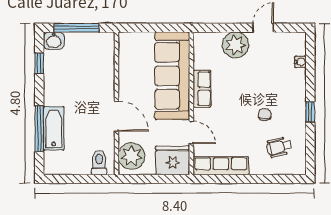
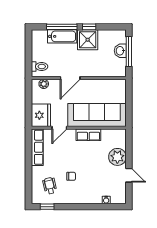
washbasin: (54, 41) -> (120, 51), moved
window: (39, 63) -> (89, 27), moved
shower: (59, 90) -> (88, 40), added
window: (310, 112) -> (47, 207), moved
plant: (132, 156) -> (44, 84), width x0.53, depth x0.53

